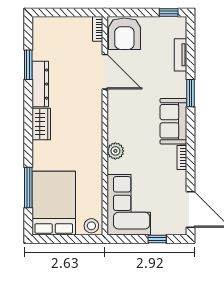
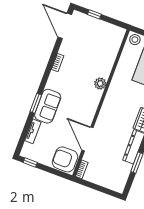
armchair: (124, 34) -> (65, 159), turned -90
sofa: (173, 121) -> (48, 106), moved
corner sofa: (129, 205) -> (105, 44), removed

